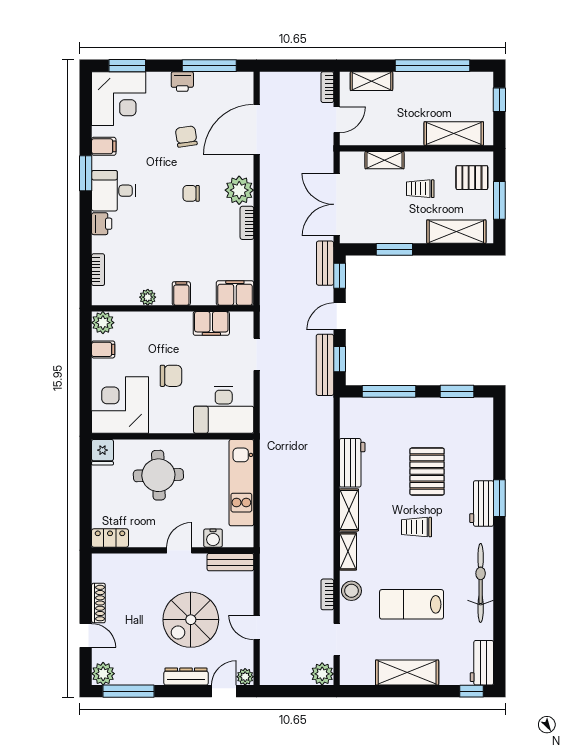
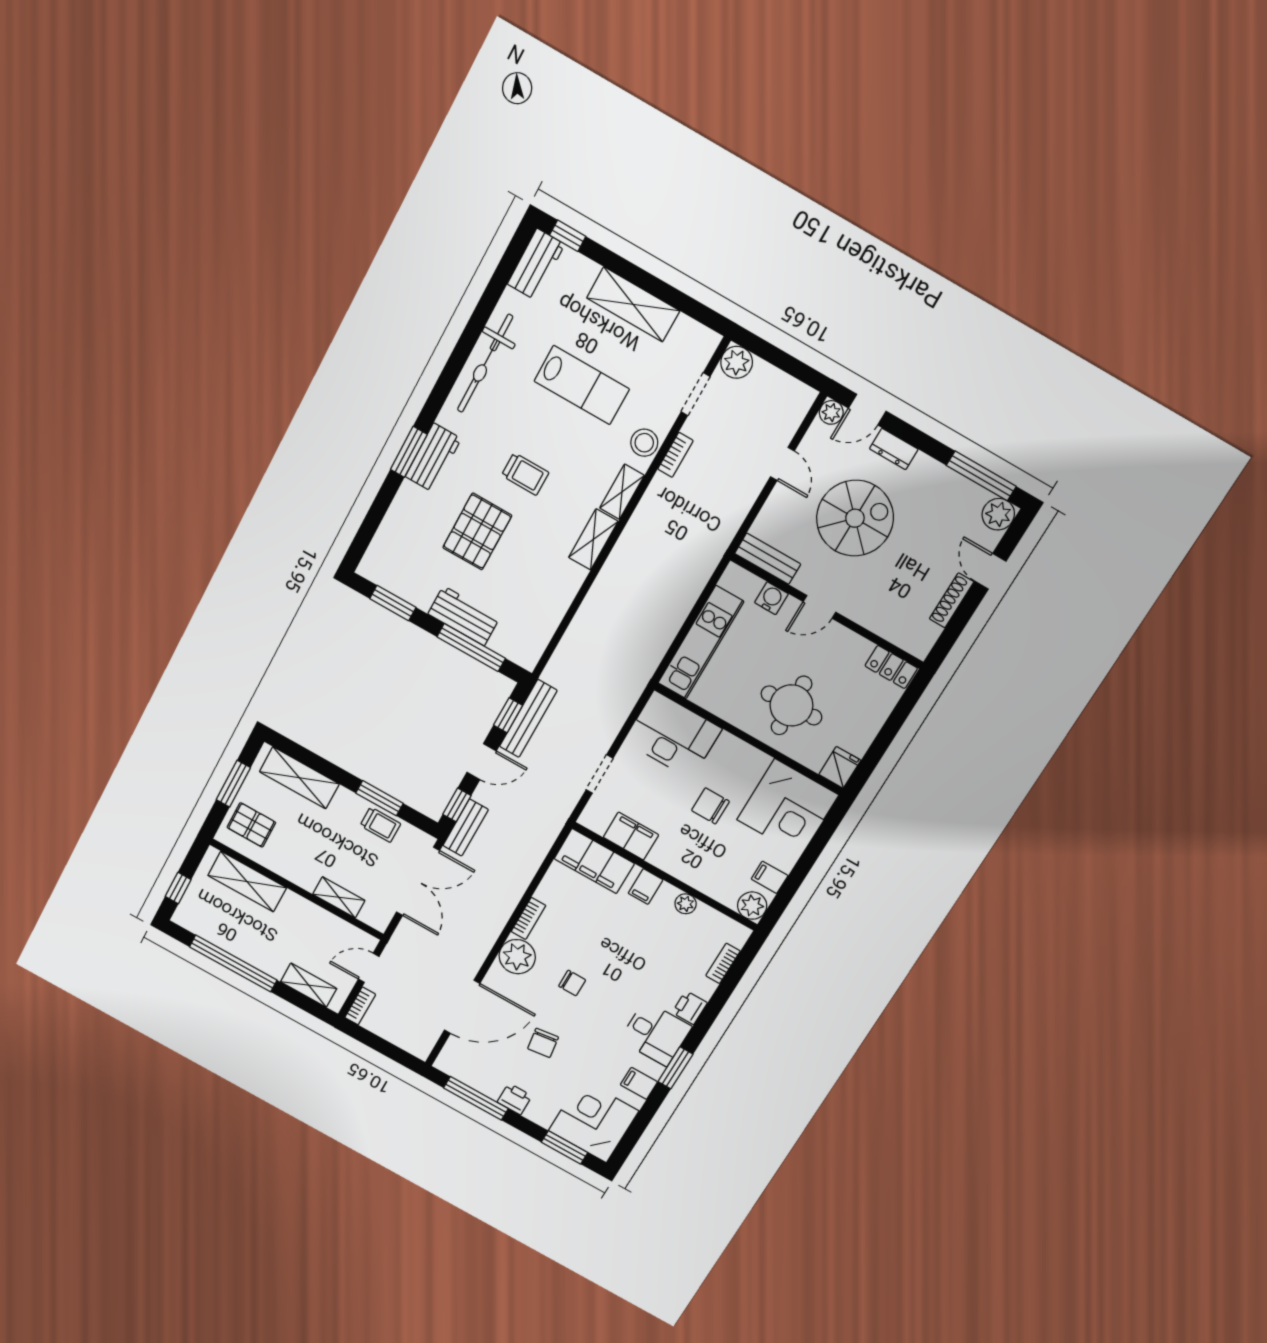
trolley: (420, 189) -> (380, 825), moved
filing cabinet: (235, 293) -> (594, 861), width x1.50, depth x1.17
workbench: (352, 463) -> (464, 616), moved, turned 90
dresser: (186, 677) -> (894, 449), width x0.70

